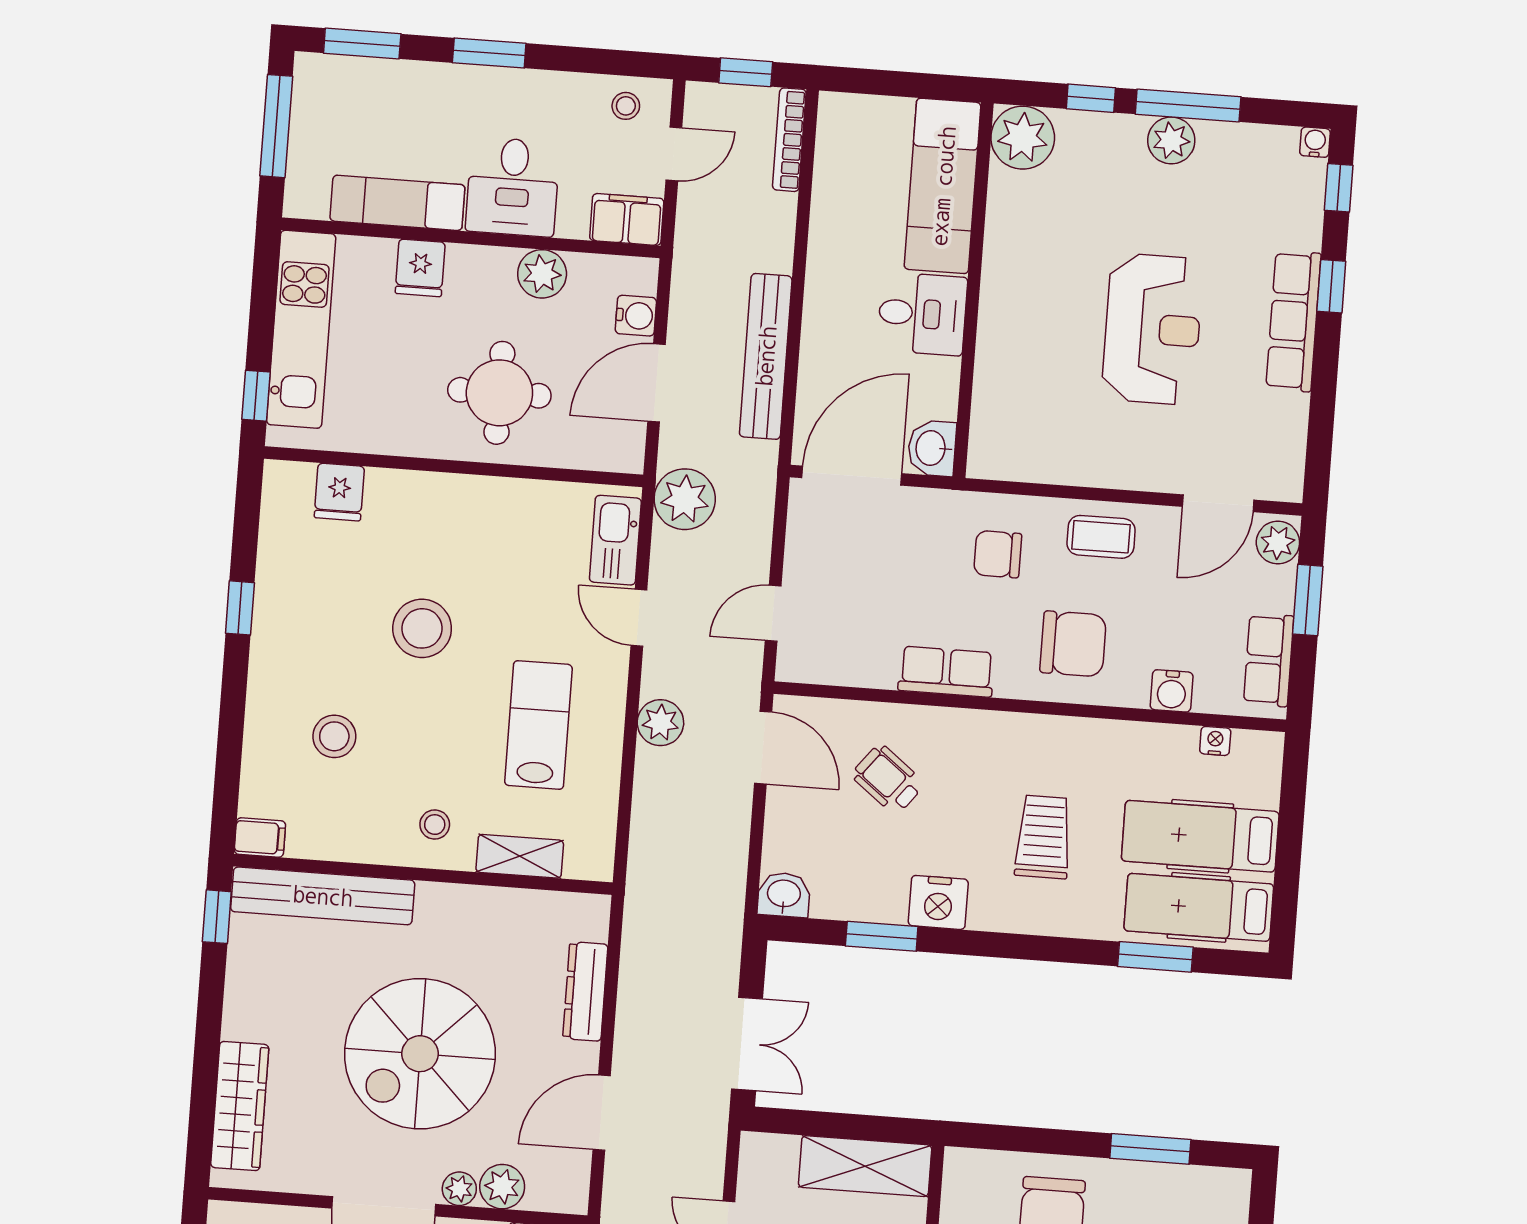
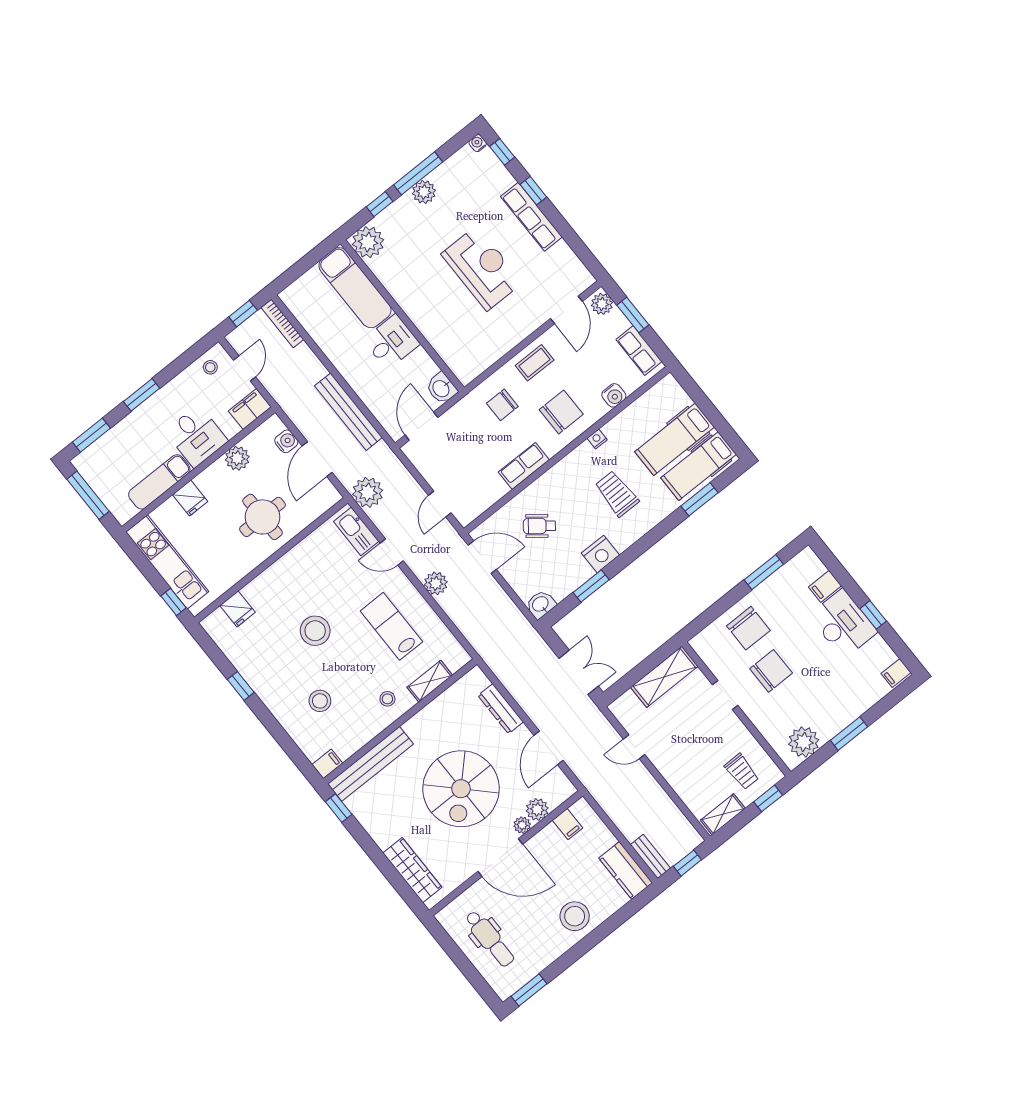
door: (852, 476) -> (421, 426), width x0.73
nightstand: (1215, 741) -> (597, 439), moved

